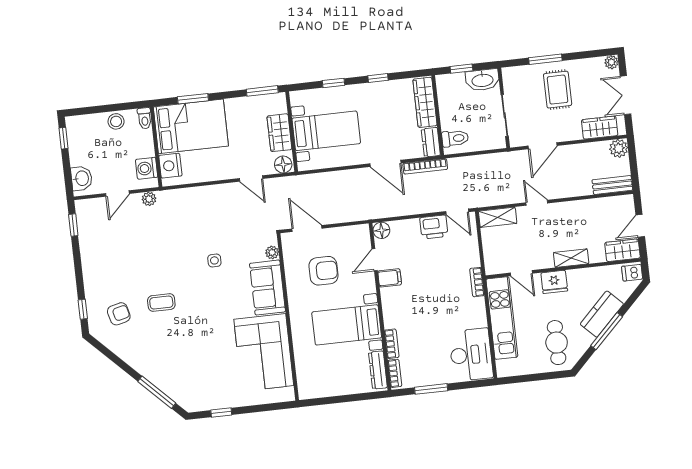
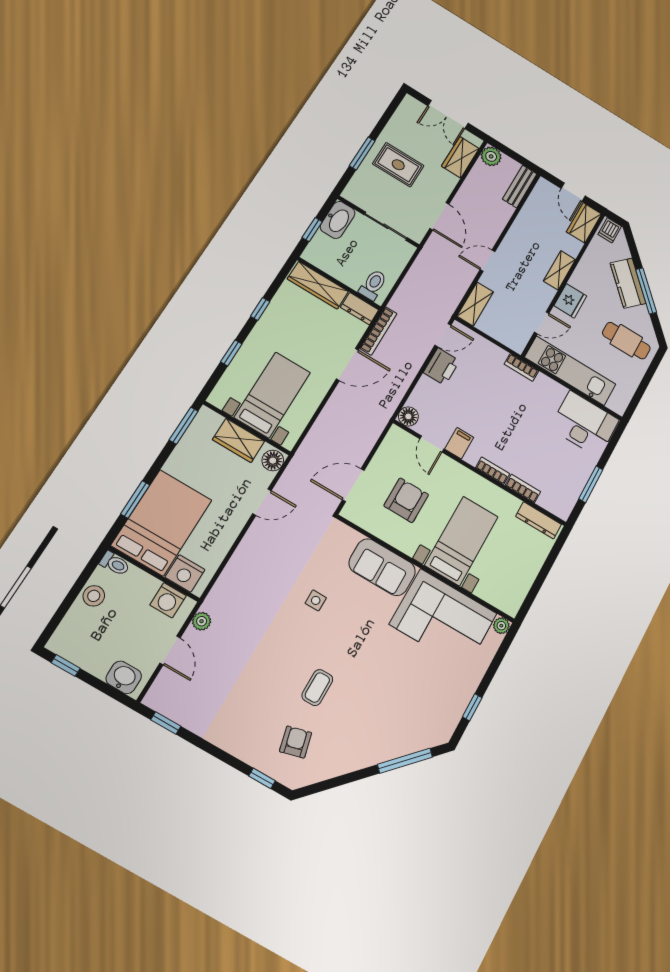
plant: (611, 62) -> (409, 103), removed
plant: (272, 252) -> (501, 626), moved
bed with nightstands: (347, 325) -> (462, 541), moved, turned 180
bookcase: (395, 373) -> (493, 471), moved

